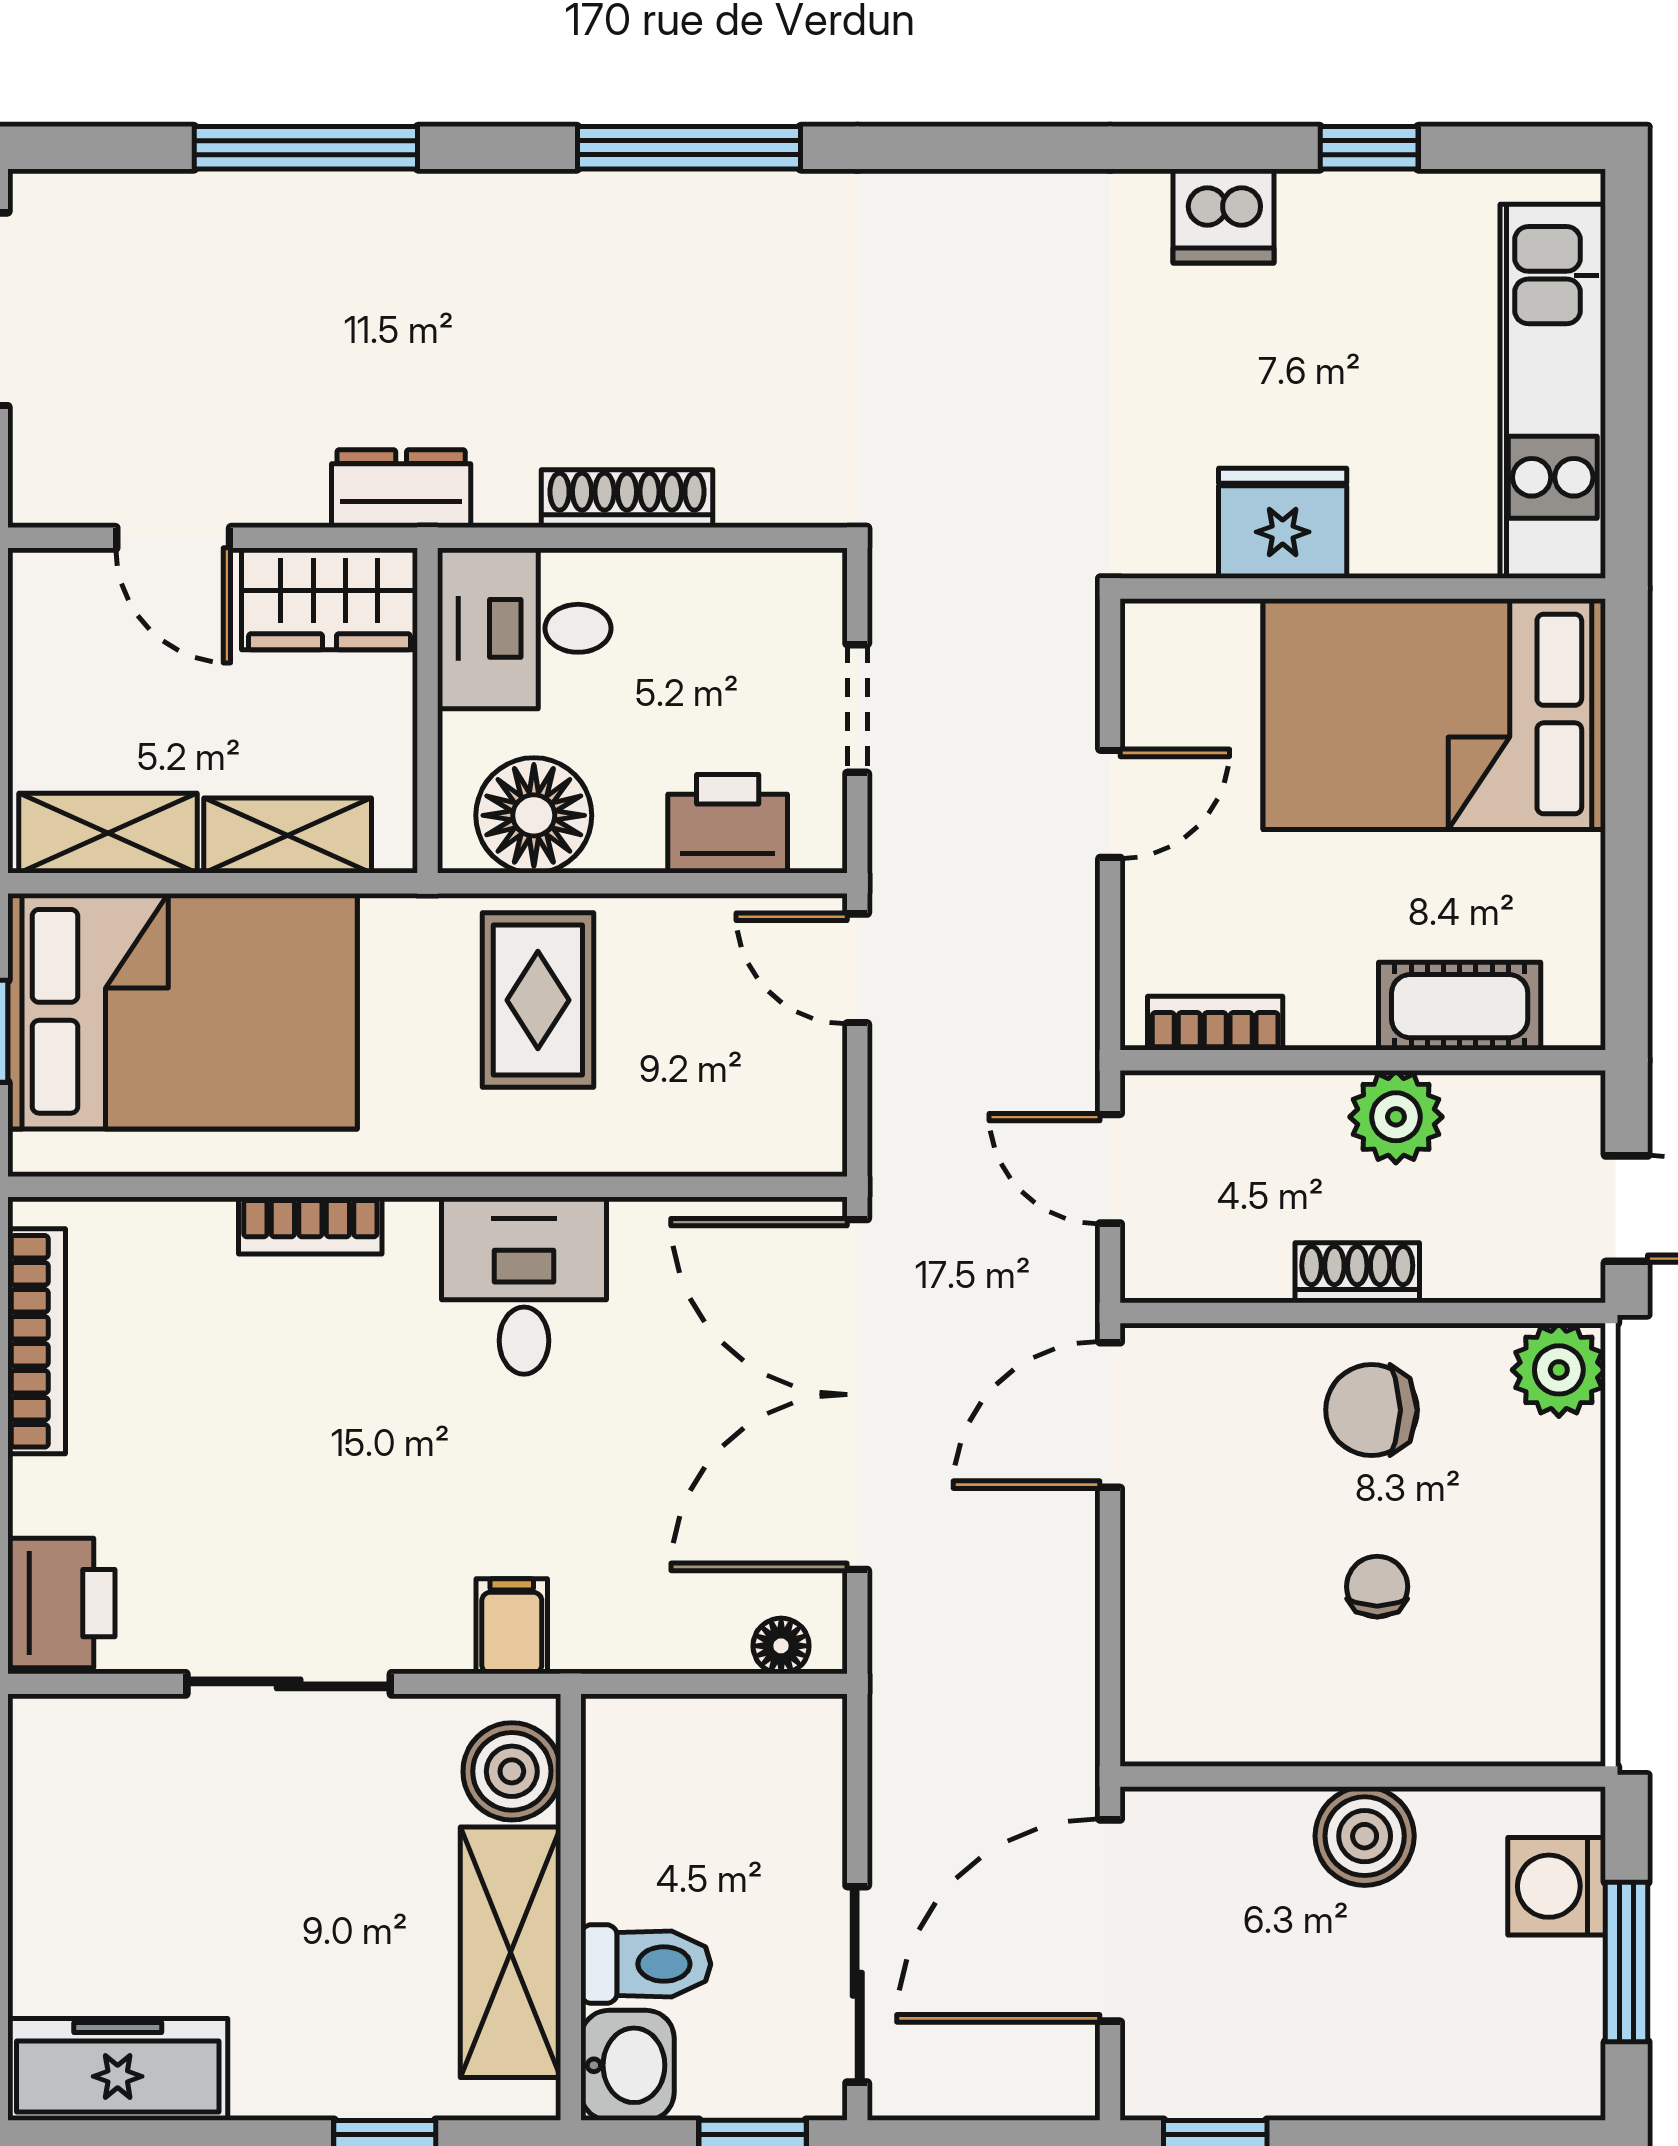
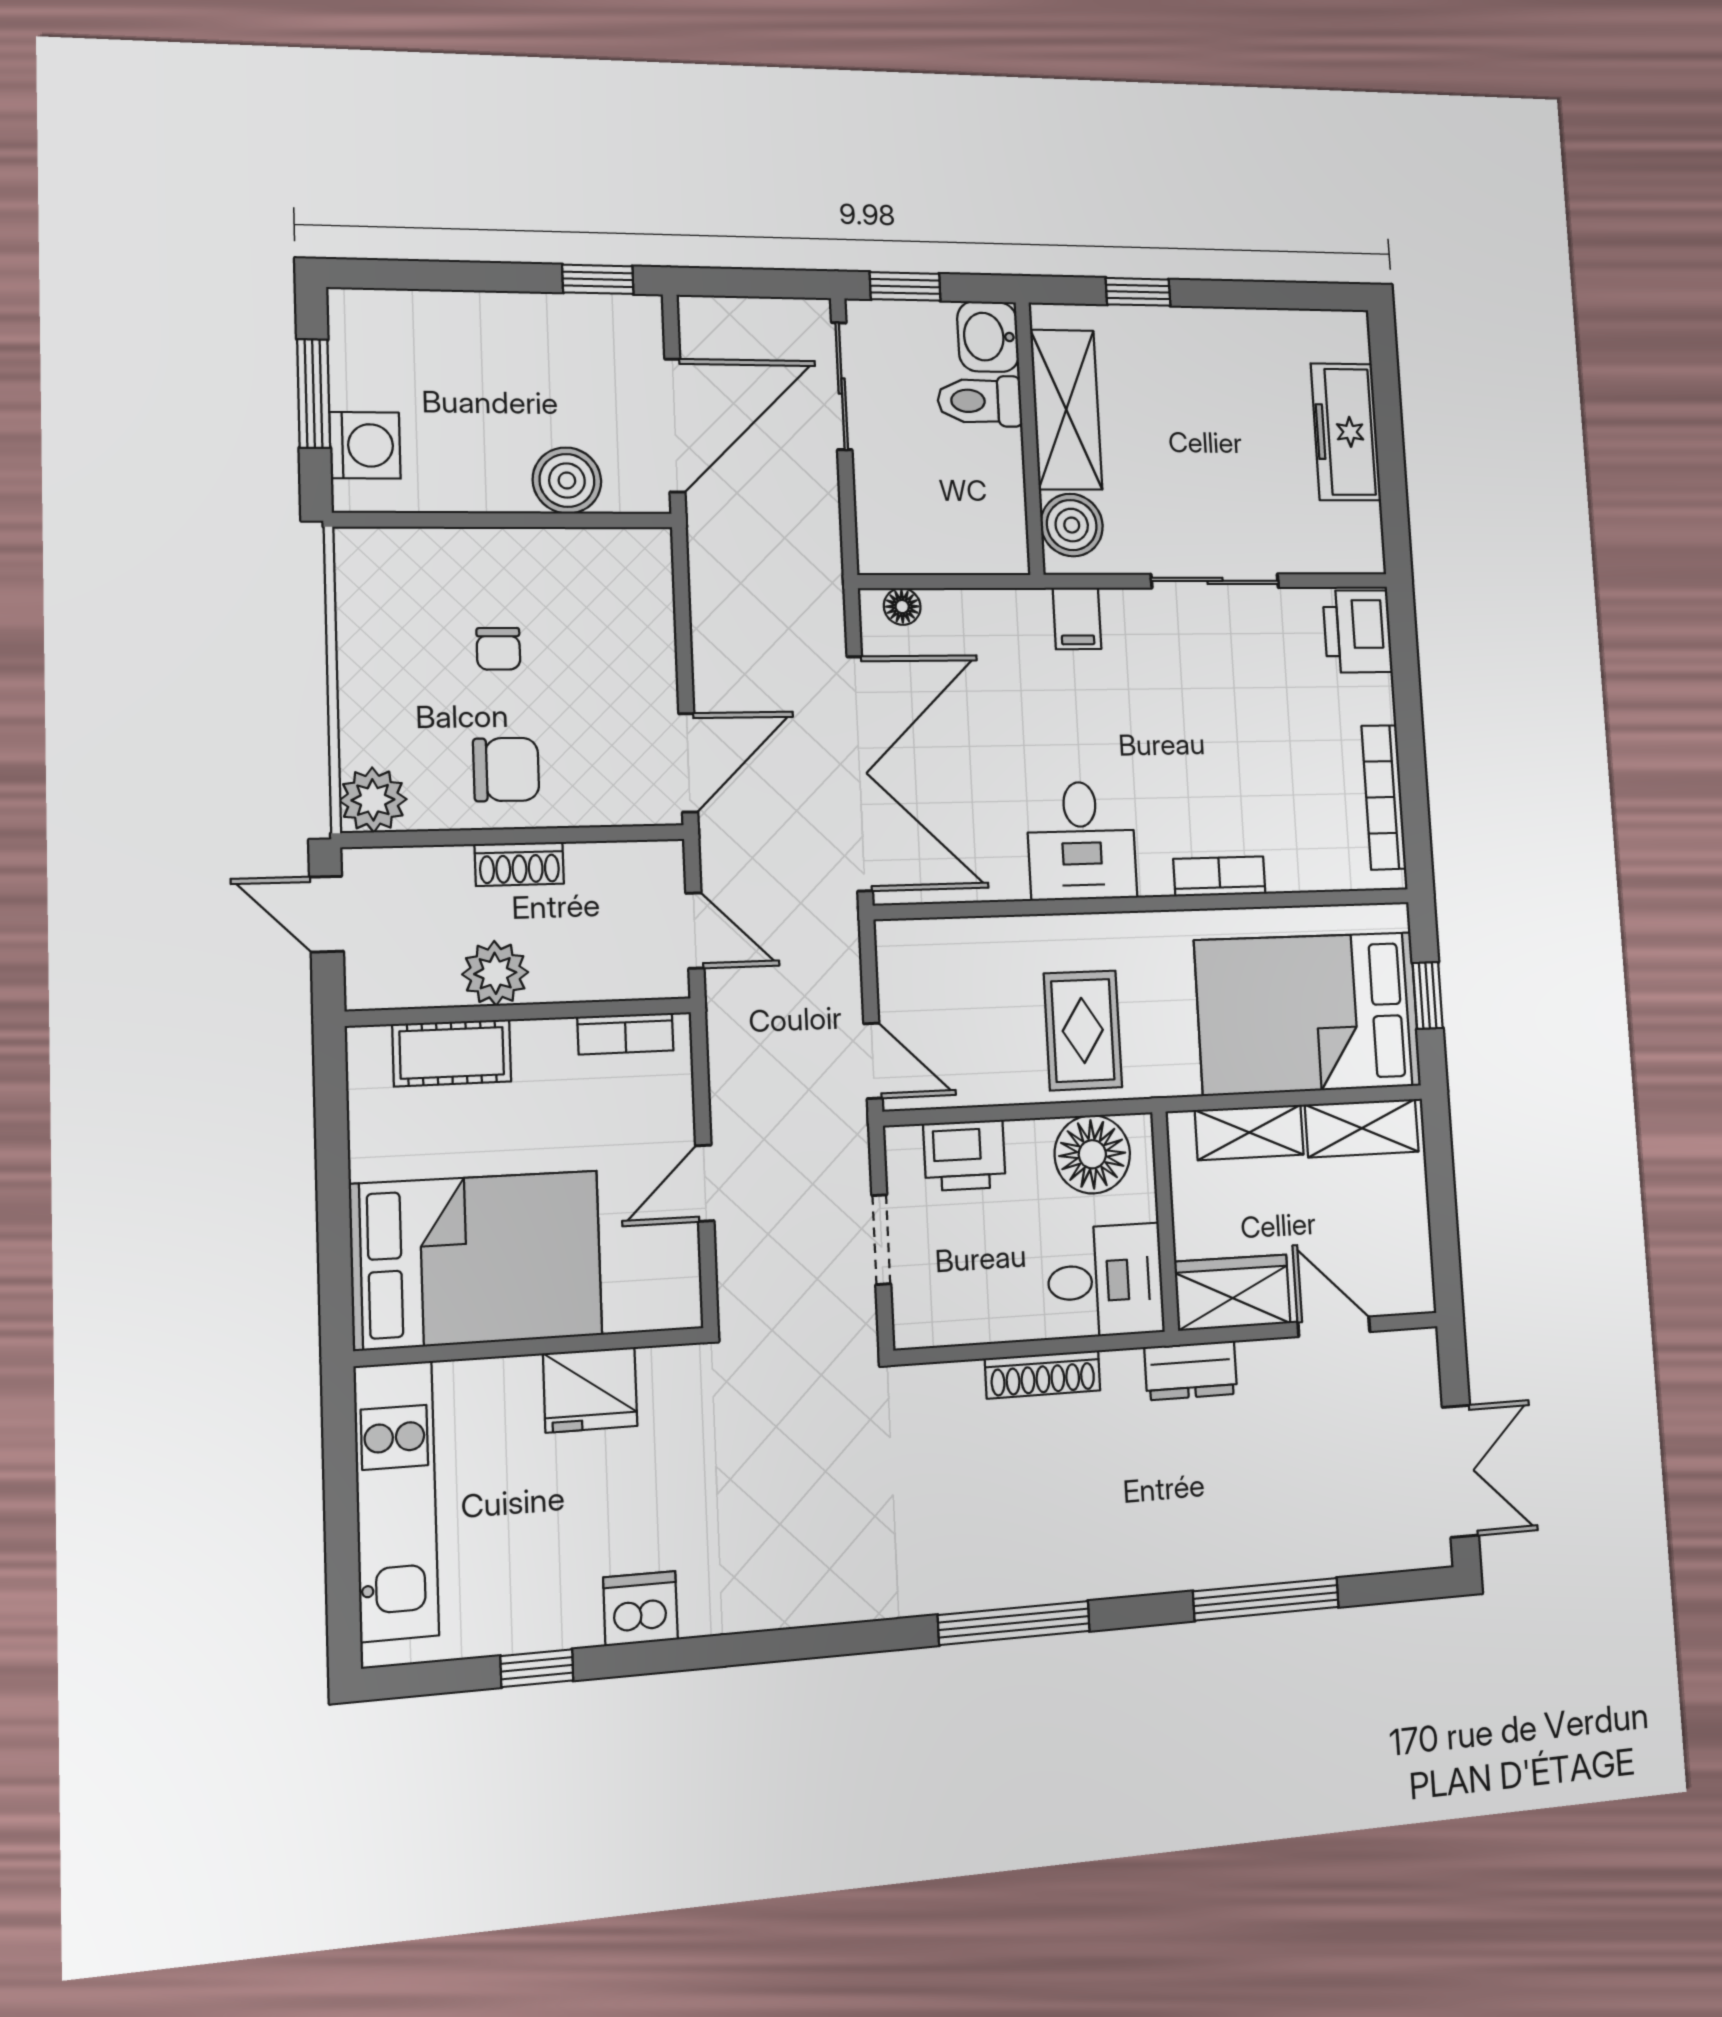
boiler: (1365, 1836) -> (567, 480), moved
freezer: (118, 2069) -> (1346, 432), moved, turned 90

